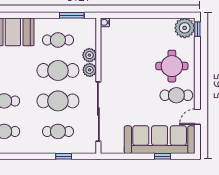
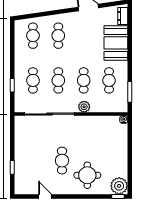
plant: (89, 55) -> (96, 107), removed
cafe table: (58, 70) -> (84, 80), width x0.73, depth x0.74
cafe table: (176, 95) -> (62, 161), moved
cafe table: (58, 101) -> (58, 80), width x0.73, depth x0.74
sofa: (160, 140) -> (26, 165), removed

